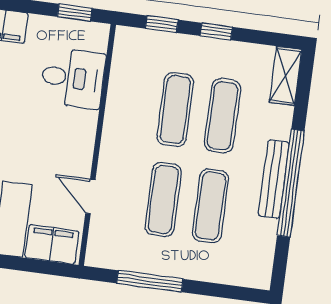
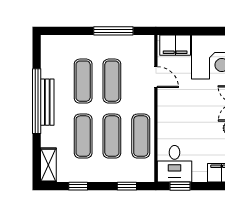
window: (216, 31) -> (78, 186), moved
desk: (73, 78) -> (175, 164), moved, turned -90
exercise mat: (128, 103) -> (141, 136), added

